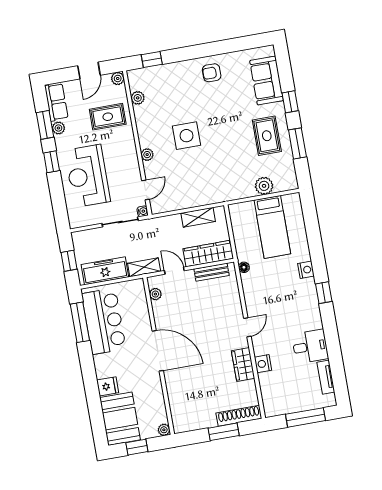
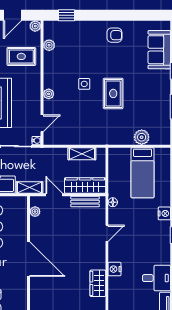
armchair: (212, 73) -> (114, 35), turned 180
side table: (186, 136) -> (84, 84), width x0.54, depth x0.54
rug: (267, 136) -> (113, 93), moved
door: (247, 327) -> (107, 233), moved
nightstand: (263, 364) -> (115, 269), moved

